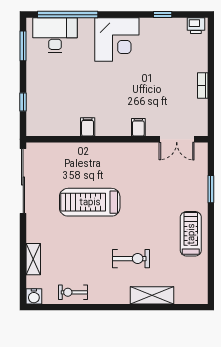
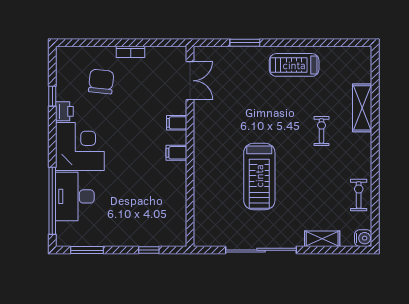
printer: (196, 26) -> (64, 111), moved
desk: (55, 35) -> (75, 196), moved
chair: (176, 59) -> (101, 82), added
filing cabinet: (88, 127) -> (176, 153), moved
sliding door: (23, 181) -> (261, 250), moved
exercise bike: (131, 259) -> (322, 131), width x0.73, depth x0.72
exercise bike: (73, 292) -> (359, 195), turned 180

